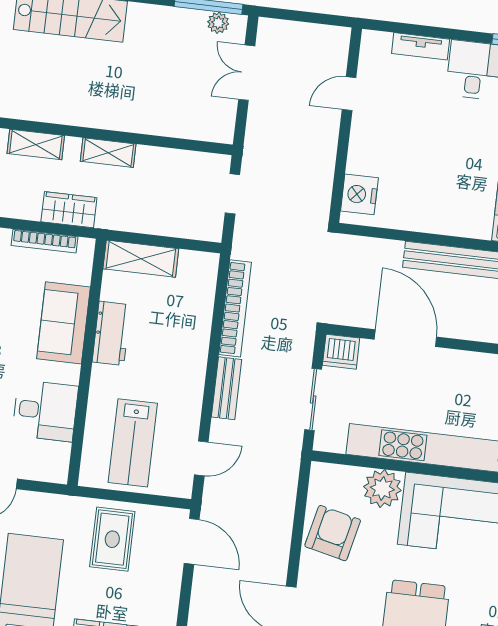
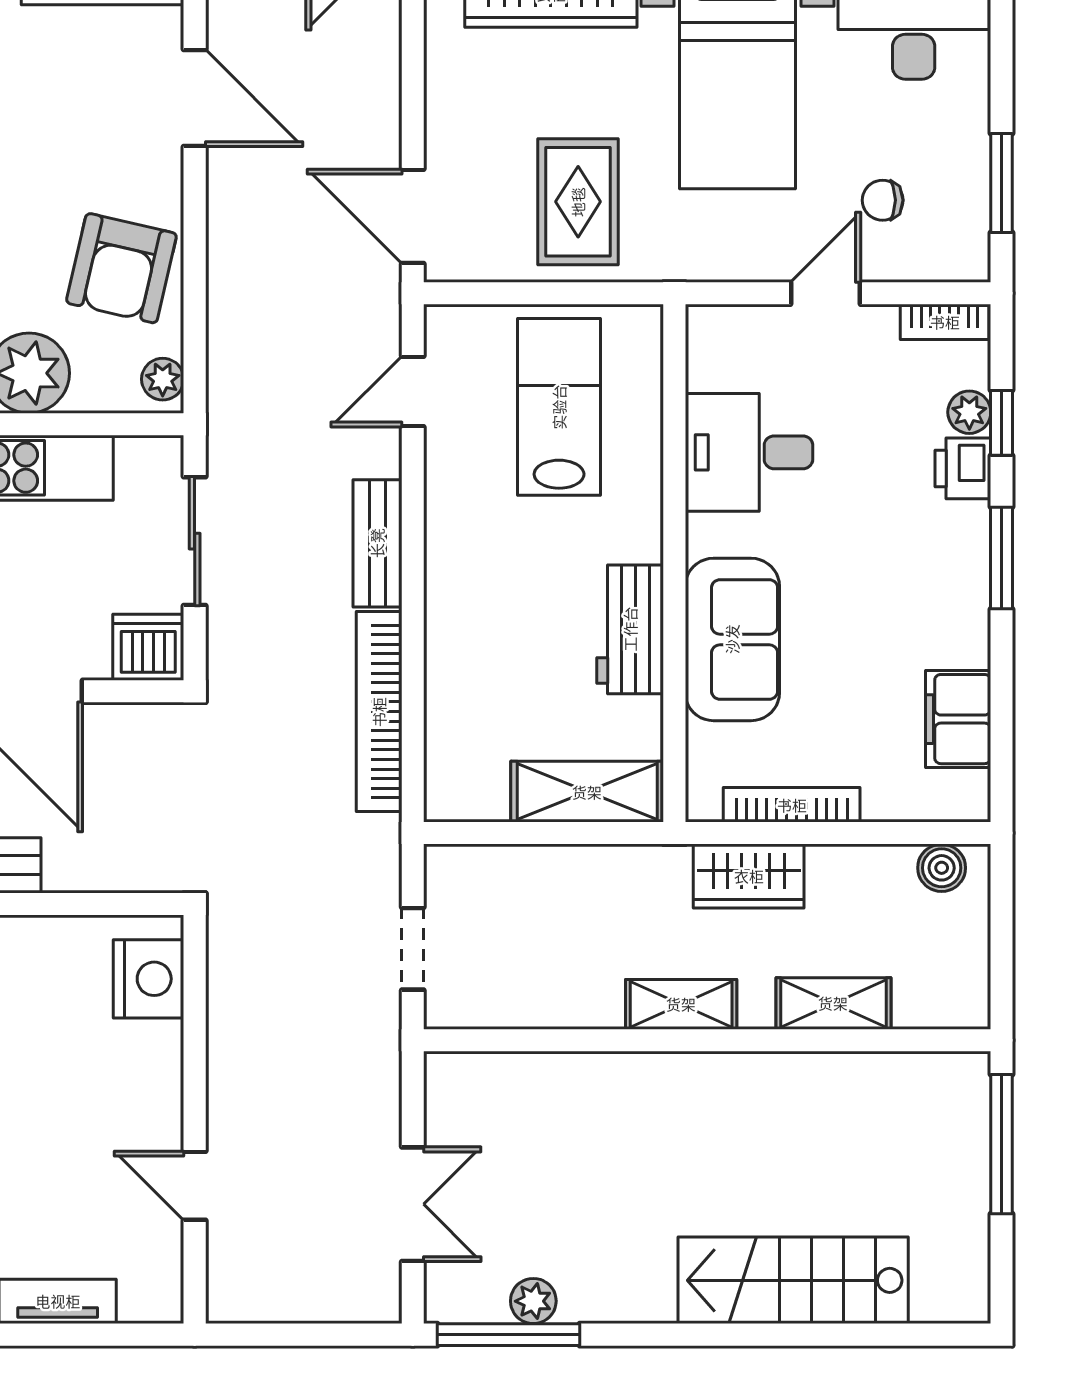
plant: (218, 23) -> (533, 1301), moved
door: (349, 94) -> (195, 1186), swing flipped
plant: (319, 478) -> (163, 379), added

